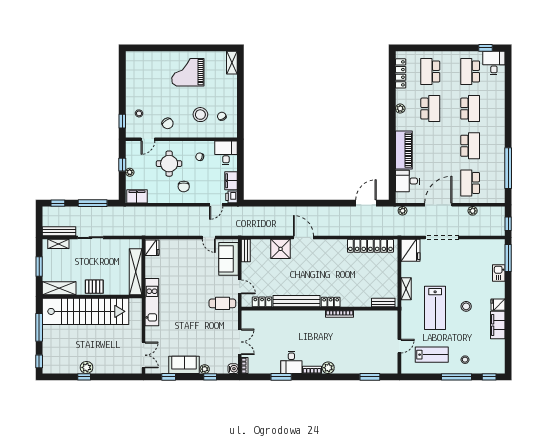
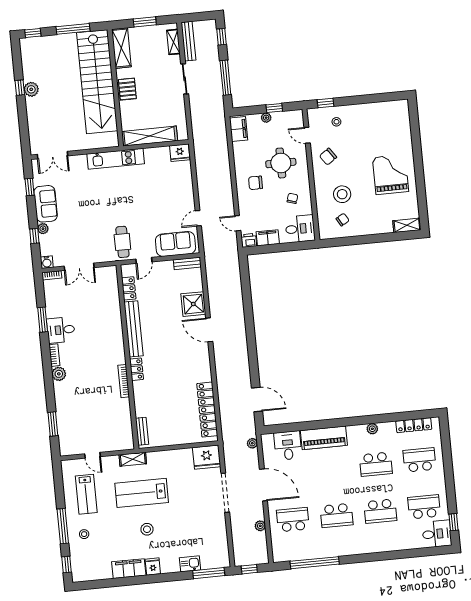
door: (303, 238) -> (209, 330), swing flipped
shelving: (406, 289) -> (133, 459), moved

